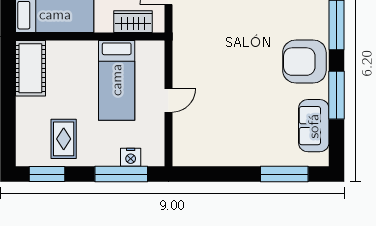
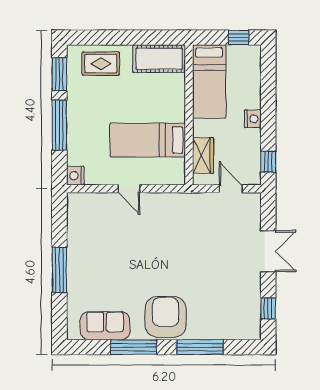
rug: (64, 139) -> (101, 64), moved
nightstand: (131, 157) -> (75, 176), moved
window: (121, 174) -> (59, 125), moved
window: (284, 174) -> (59, 270), moved

